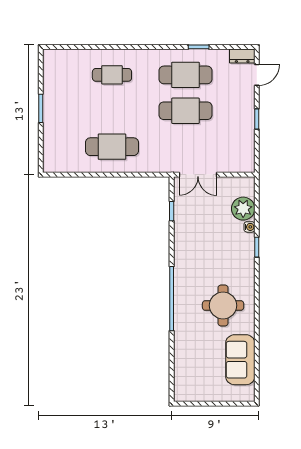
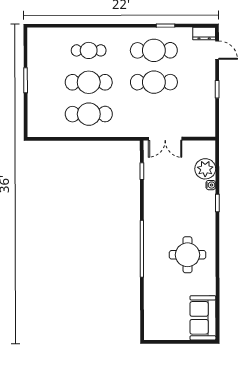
door: (257, 75) -> (217, 50), hinge flipped
cafe table: (112, 111) -> (89, 82), added
sofa: (240, 360) -> (203, 318), moved

